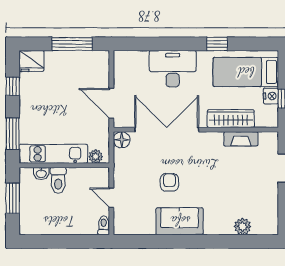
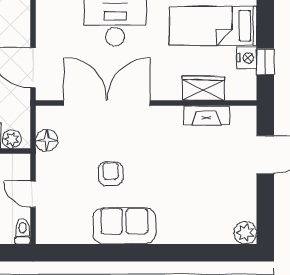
wardrobe: (231, 119) -> (203, 88), width x0.67
floor lamp: (122, 140) -> (47, 140), moved
plant: (242, 226) -> (245, 233), moved

